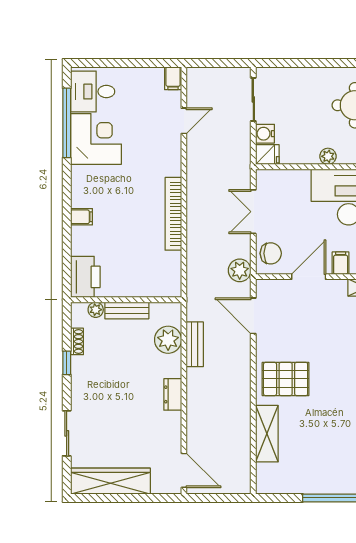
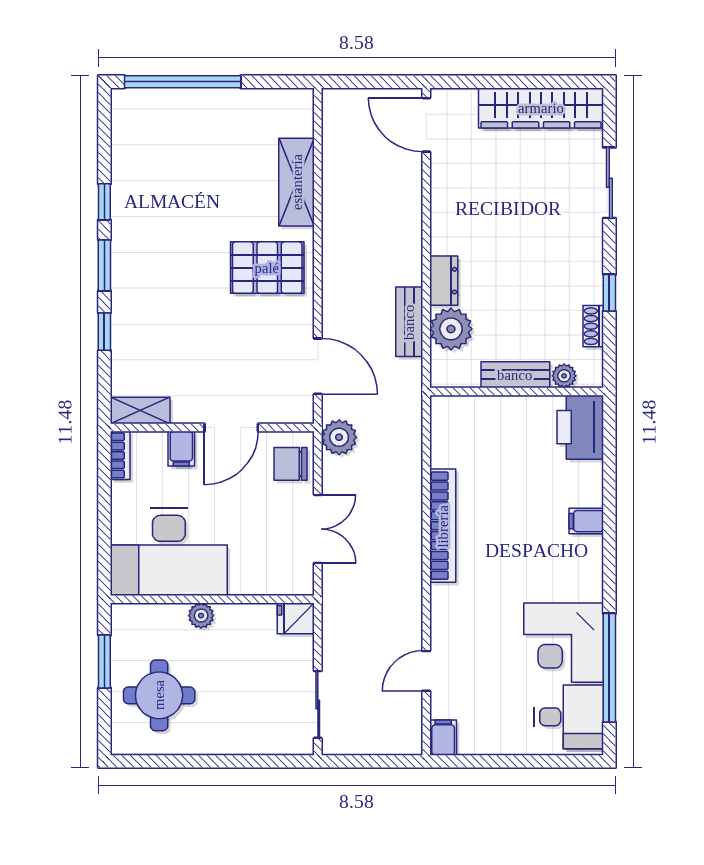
water cooler: (265, 134) -> (299, 651), removed
dresser: (173, 394) -> (444, 281), moved

